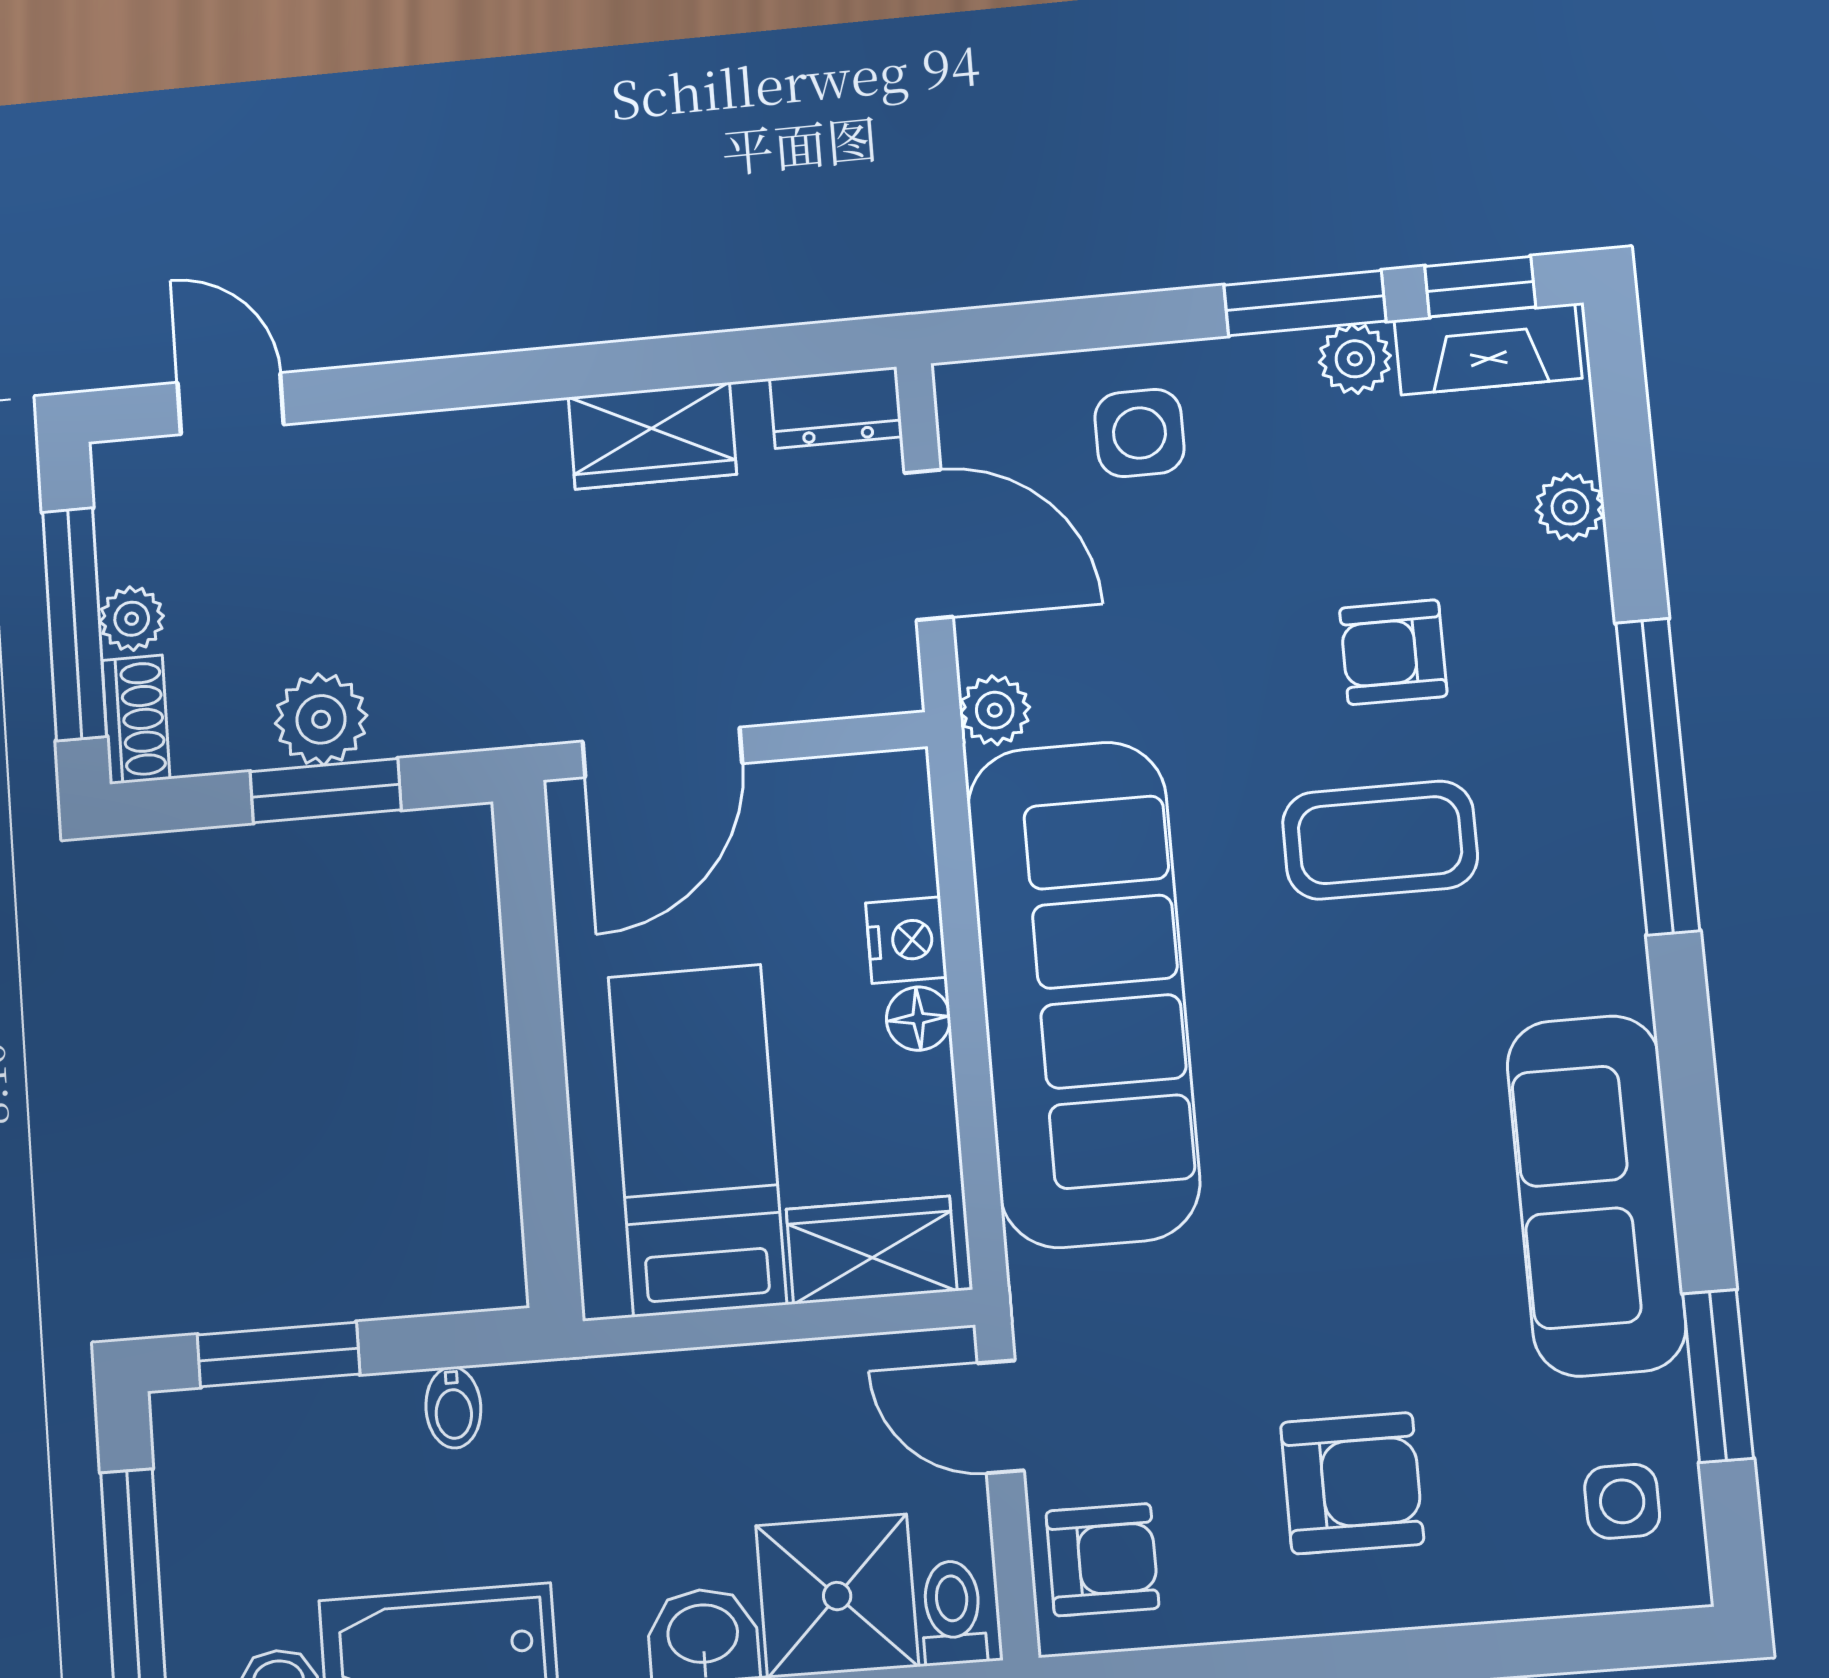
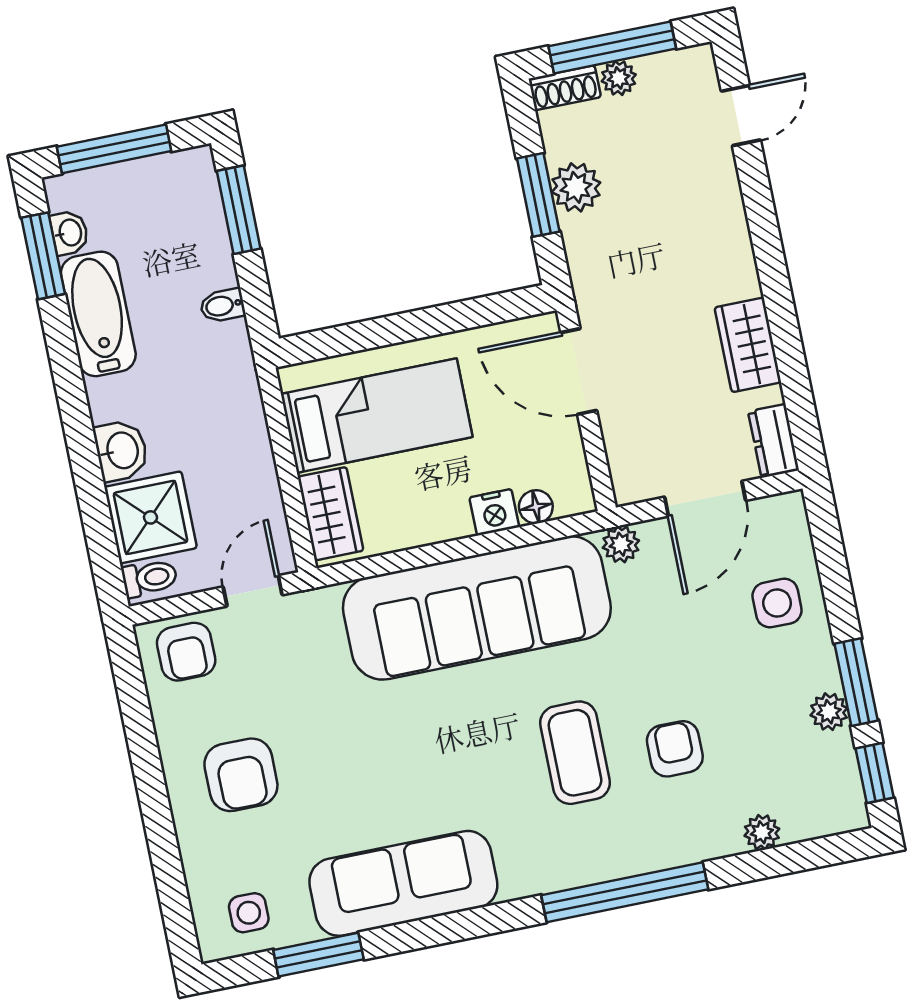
fireplace: (1488, 349) -> (841, 781), removed
floor lamp: (918, 1019) -> (536, 507), moved

